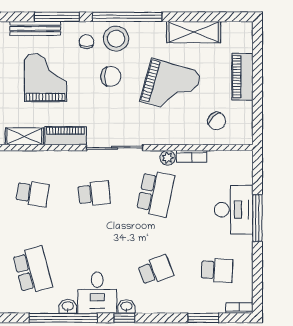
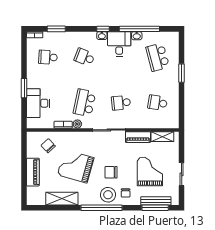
window: (57, 17) -> (155, 208), moved
grand piano: (46, 78) -> (150, 172), turned 180
desk: (234, 210) -> (38, 103), moved
window: (257, 218) -> (24, 88), width x0.69
school desk: (156, 270) -> (85, 57), turned 42

